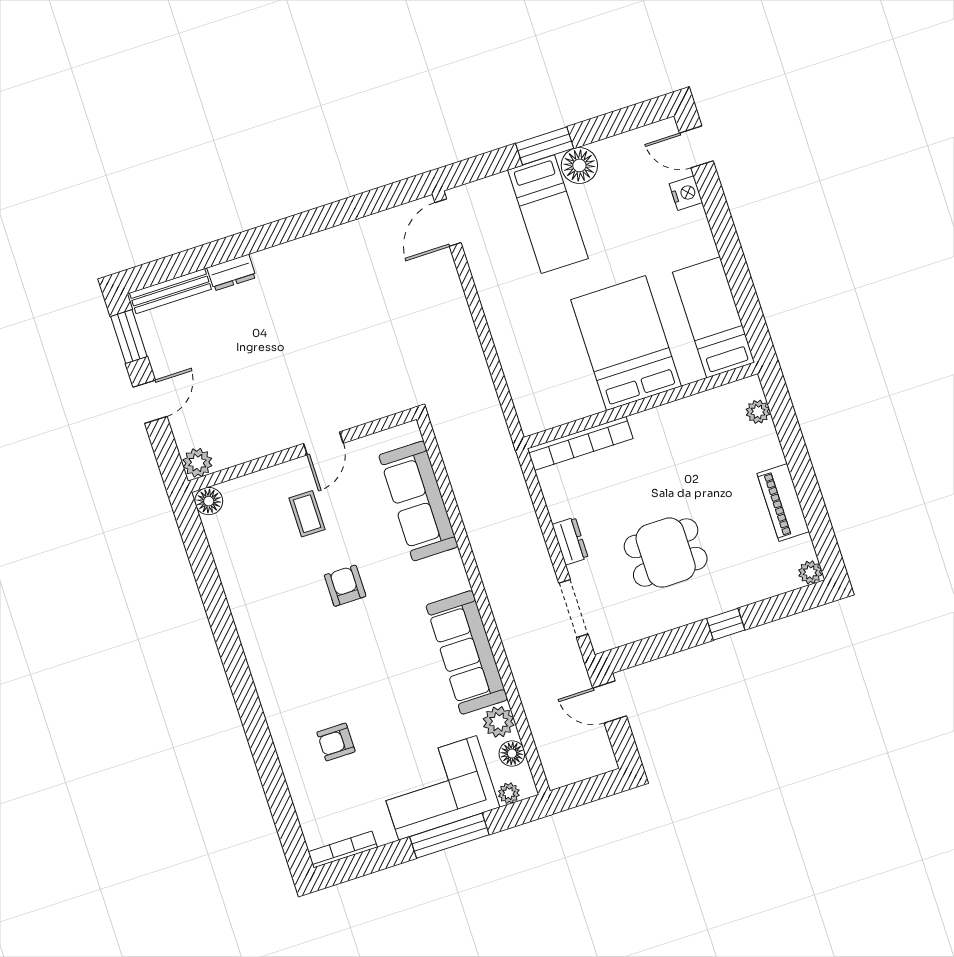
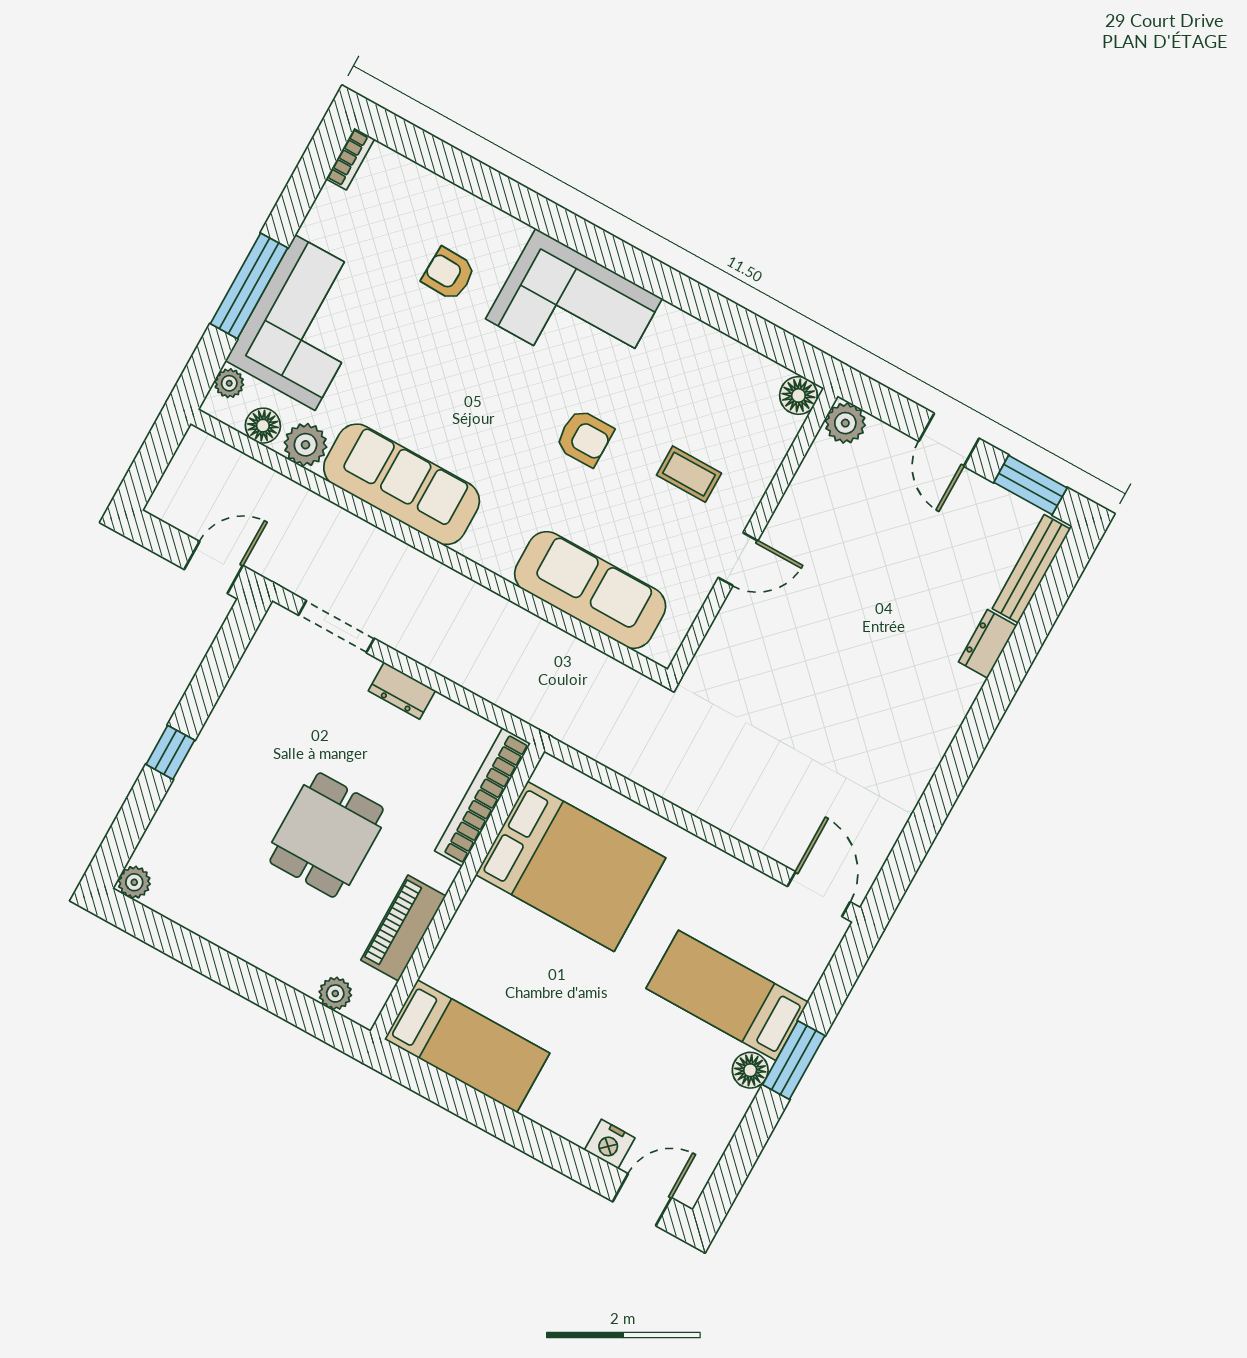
floor lamp: (579, 165) -> (750, 1070), width x0.73, depth x0.73
bed: (626, 343) -> (571, 866), moved
door: (323, 443) -> (738, 559), swing flipped
piano: (783, 502) -> (403, 928), moved, turned -90
dining table: (666, 553) -> (327, 835), moved
corner sofa: (286, 660) -> (574, 309), added
armchair: (336, 742) -> (449, 274), turned -88
bookcase: (343, 849) -> (350, 159), width x0.64

